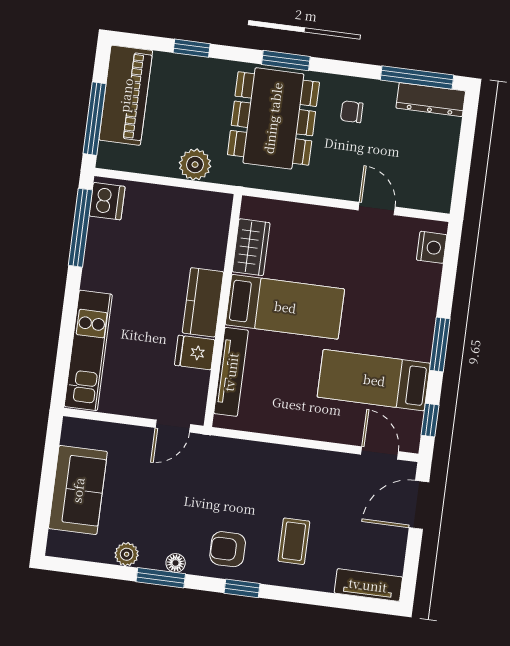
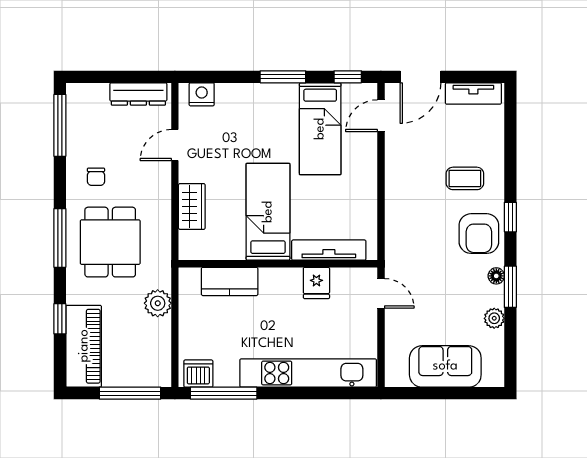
window: (286, 60) -> (60, 238), width x1.44
piano: (126, 95) -> (84, 346), moved, turned 90
dresser: (431, 100) -> (138, 94), moved, turned 90
dining table: (273, 118) -> (110, 242), width x0.73
wardrobe: (251, 247) -> (192, 206), moved, turned 90
kitchen counter: (203, 302) -> (230, 281), moved
kitchen unit: (88, 350) -> (308, 373), width x1.36
door: (419, 505) -> (421, 77), hinge flipped
armchair: (228, 549) -> (479, 234), width x1.38, depth x1.38
tv unit: (368, 585) -> (473, 93), moved, turned -90

